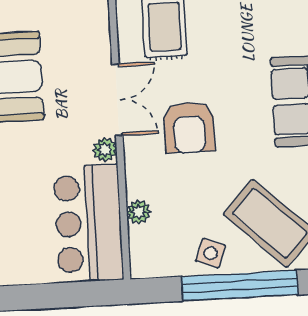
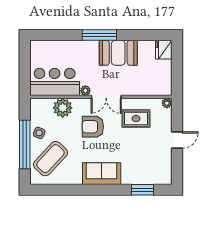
plant: (138, 212) -> (63, 108), width x1.88, depth x1.88

